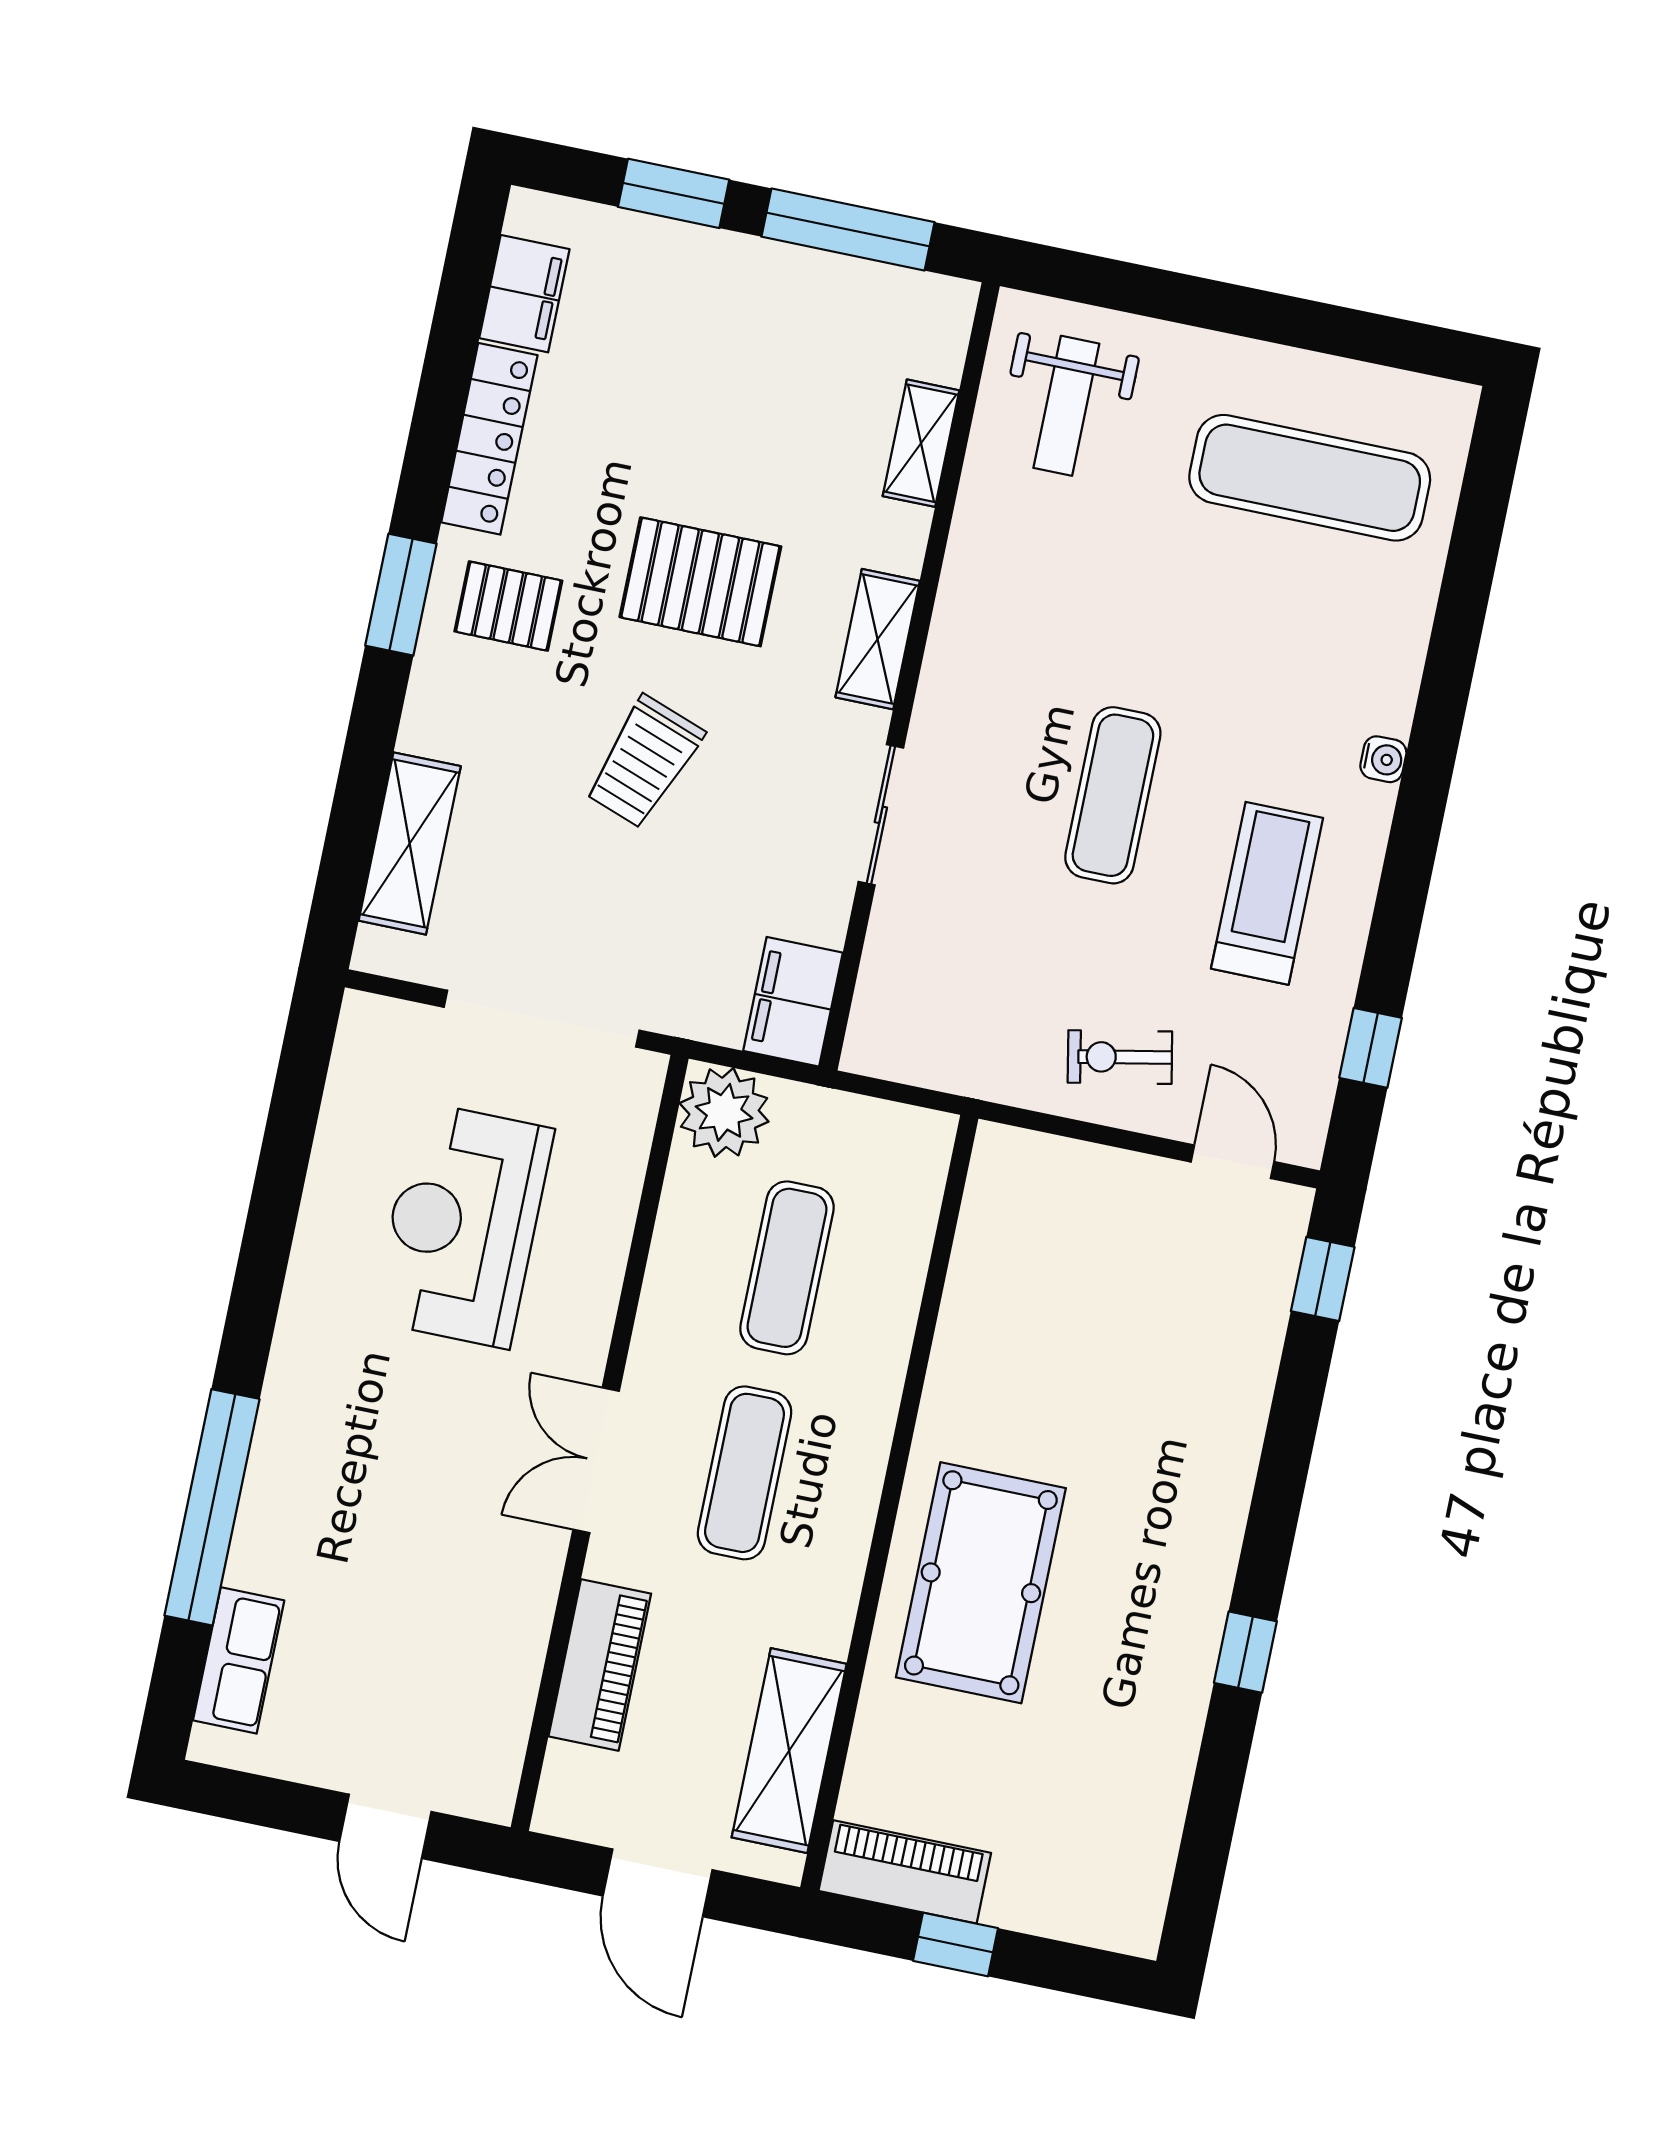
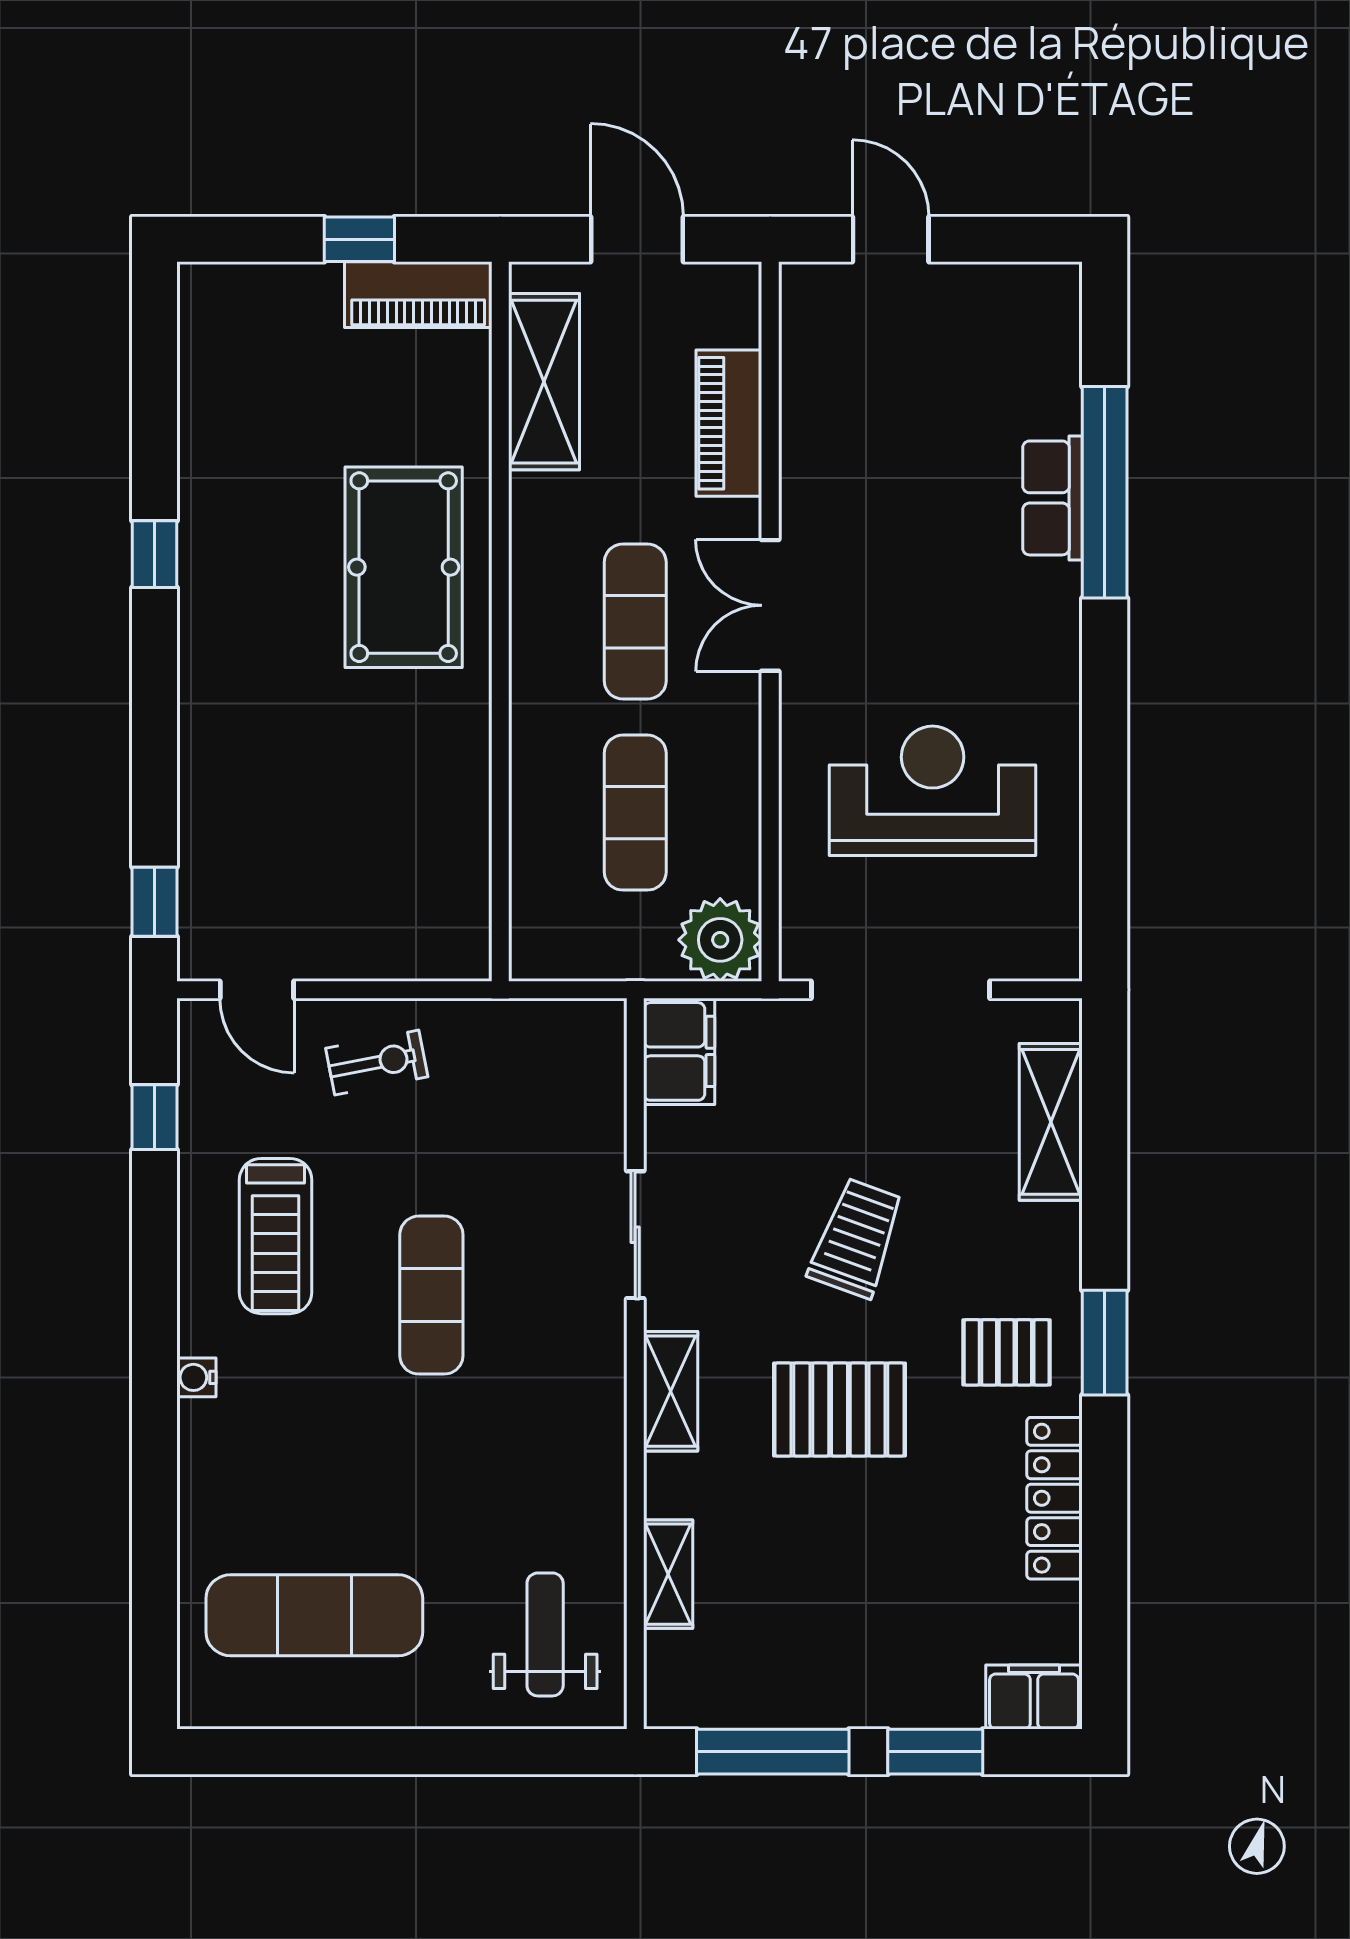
filing cabinet: (524, 294) -> (1034, 1697), moved, turned 90
reception desk: (463, 1225) -> (933, 791), turned -90
double door: (596, 1460) -> (770, 605), swing flipped
row of seats: (239, 1660) -> (1052, 498), moved

